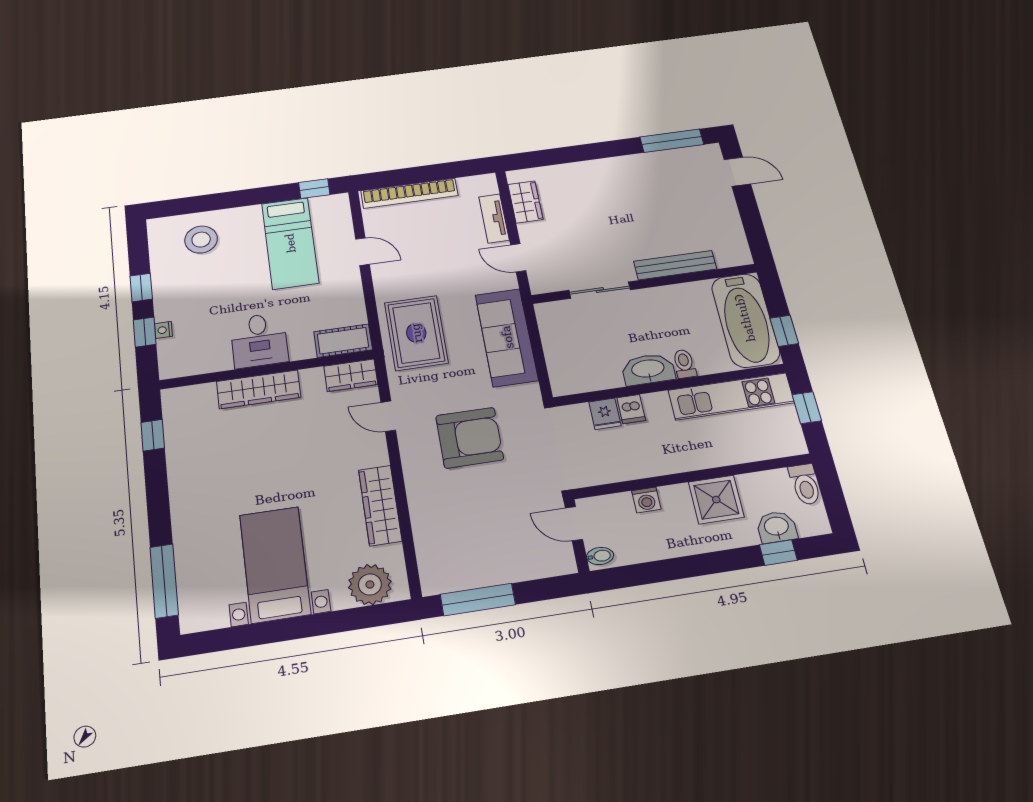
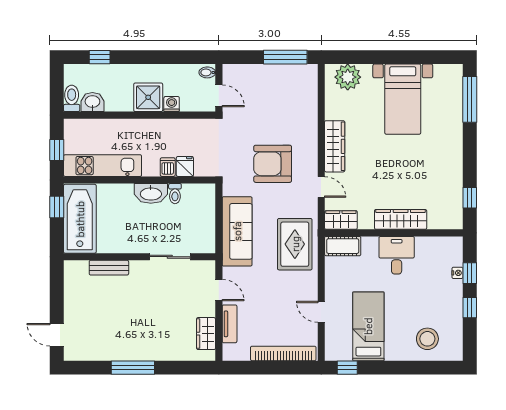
window: (672, 141) -> (133, 368), moved
bench: (675, 265) -> (109, 268), width x0.73
toilet: (684, 364) -> (175, 194), moved
shower: (716, 500) -> (148, 97), moved
wardrobe: (380, 505) -> (335, 146), moved
washbasin: (777, 527) -> (92, 102), moved, turned 180

